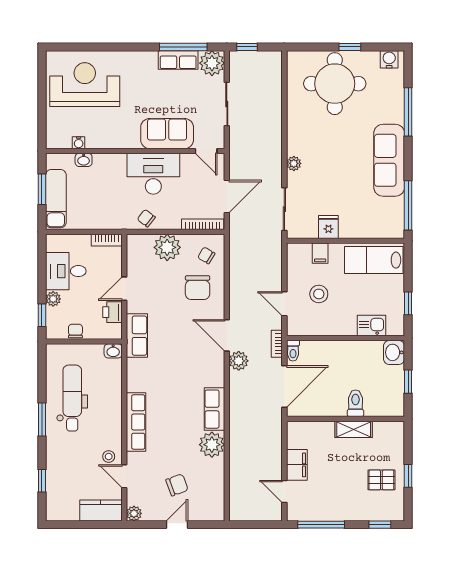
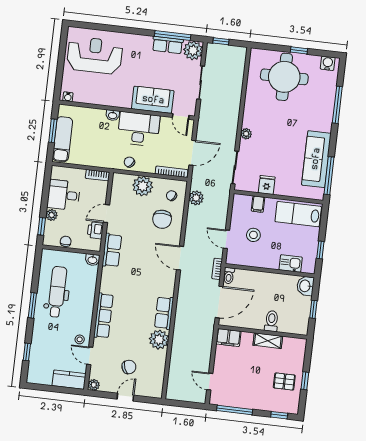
water cooler: (79, 143) -> (68, 97), moved
washbasin: (84, 160) -> (113, 115), moved
sofa: (389, 160) -> (316, 159), moved
plant: (239, 361) -> (196, 198), moved
filing cabinet: (297, 465) -> (228, 338), moved, turned 90

